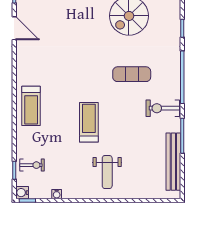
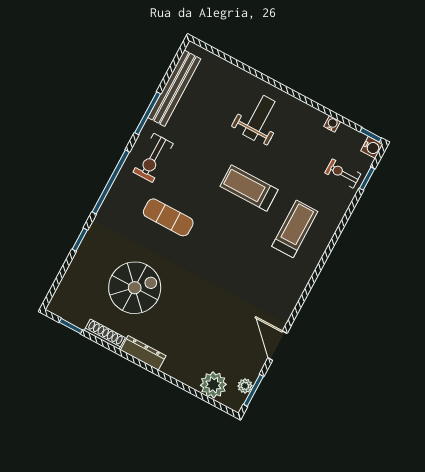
treadmill: (31, 106) -> (295, 229), moved
exercise bike: (163, 108) -> (153, 158), turned 90
treadmill: (89, 122) -> (249, 188), turned 90

